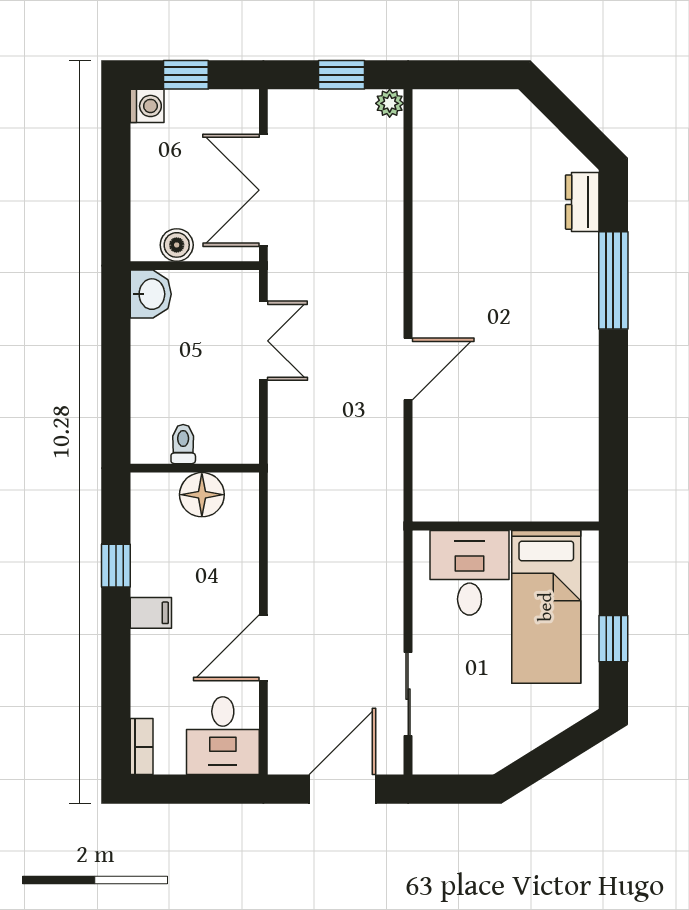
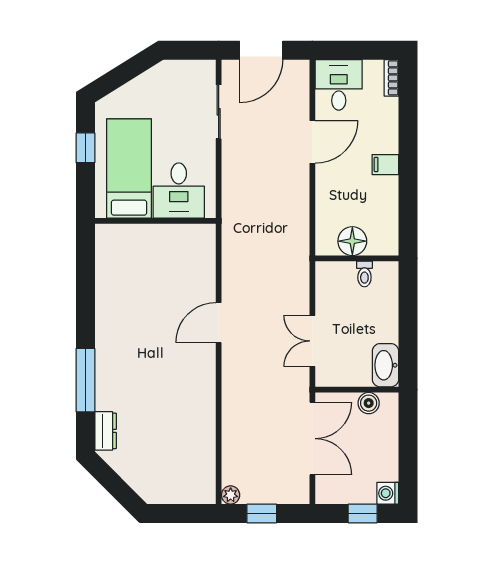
washbasin: (151, 294) -> (385, 365), width x1.38
window: (116, 566) -> (408, 195), removed

